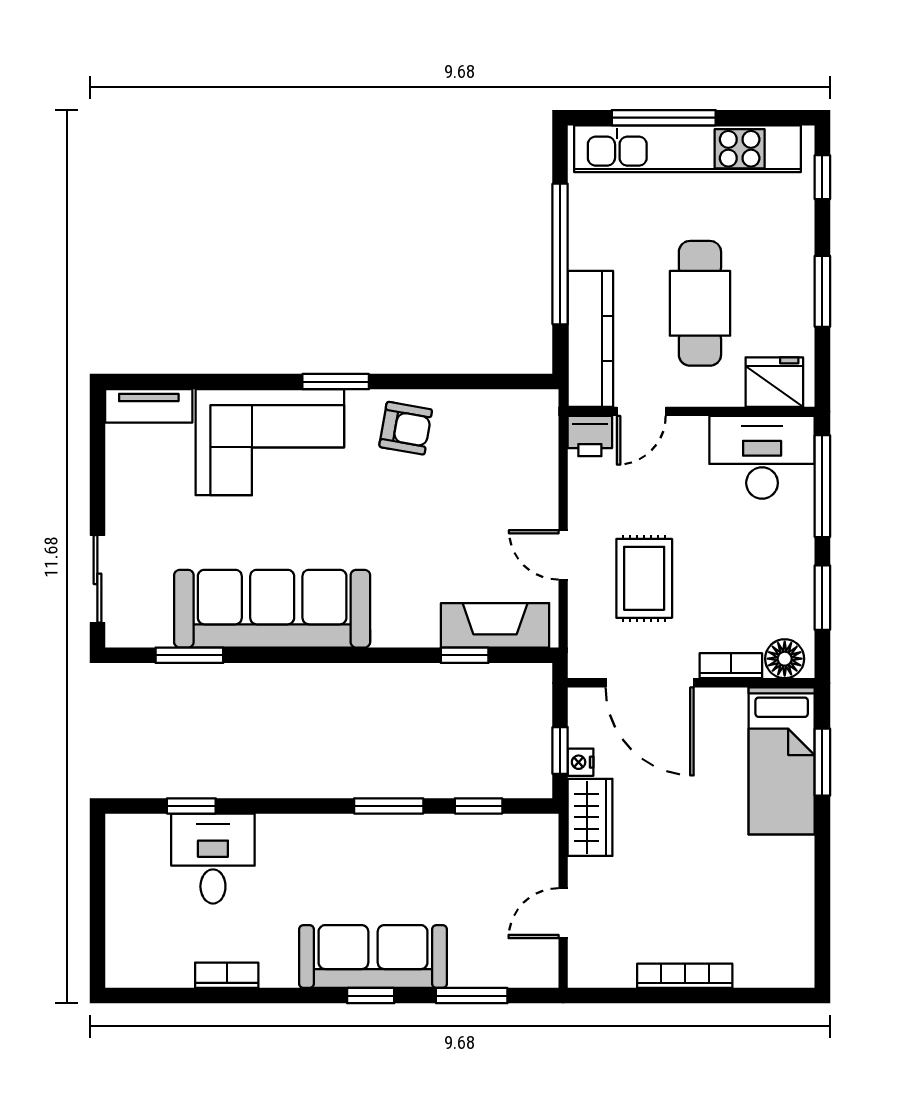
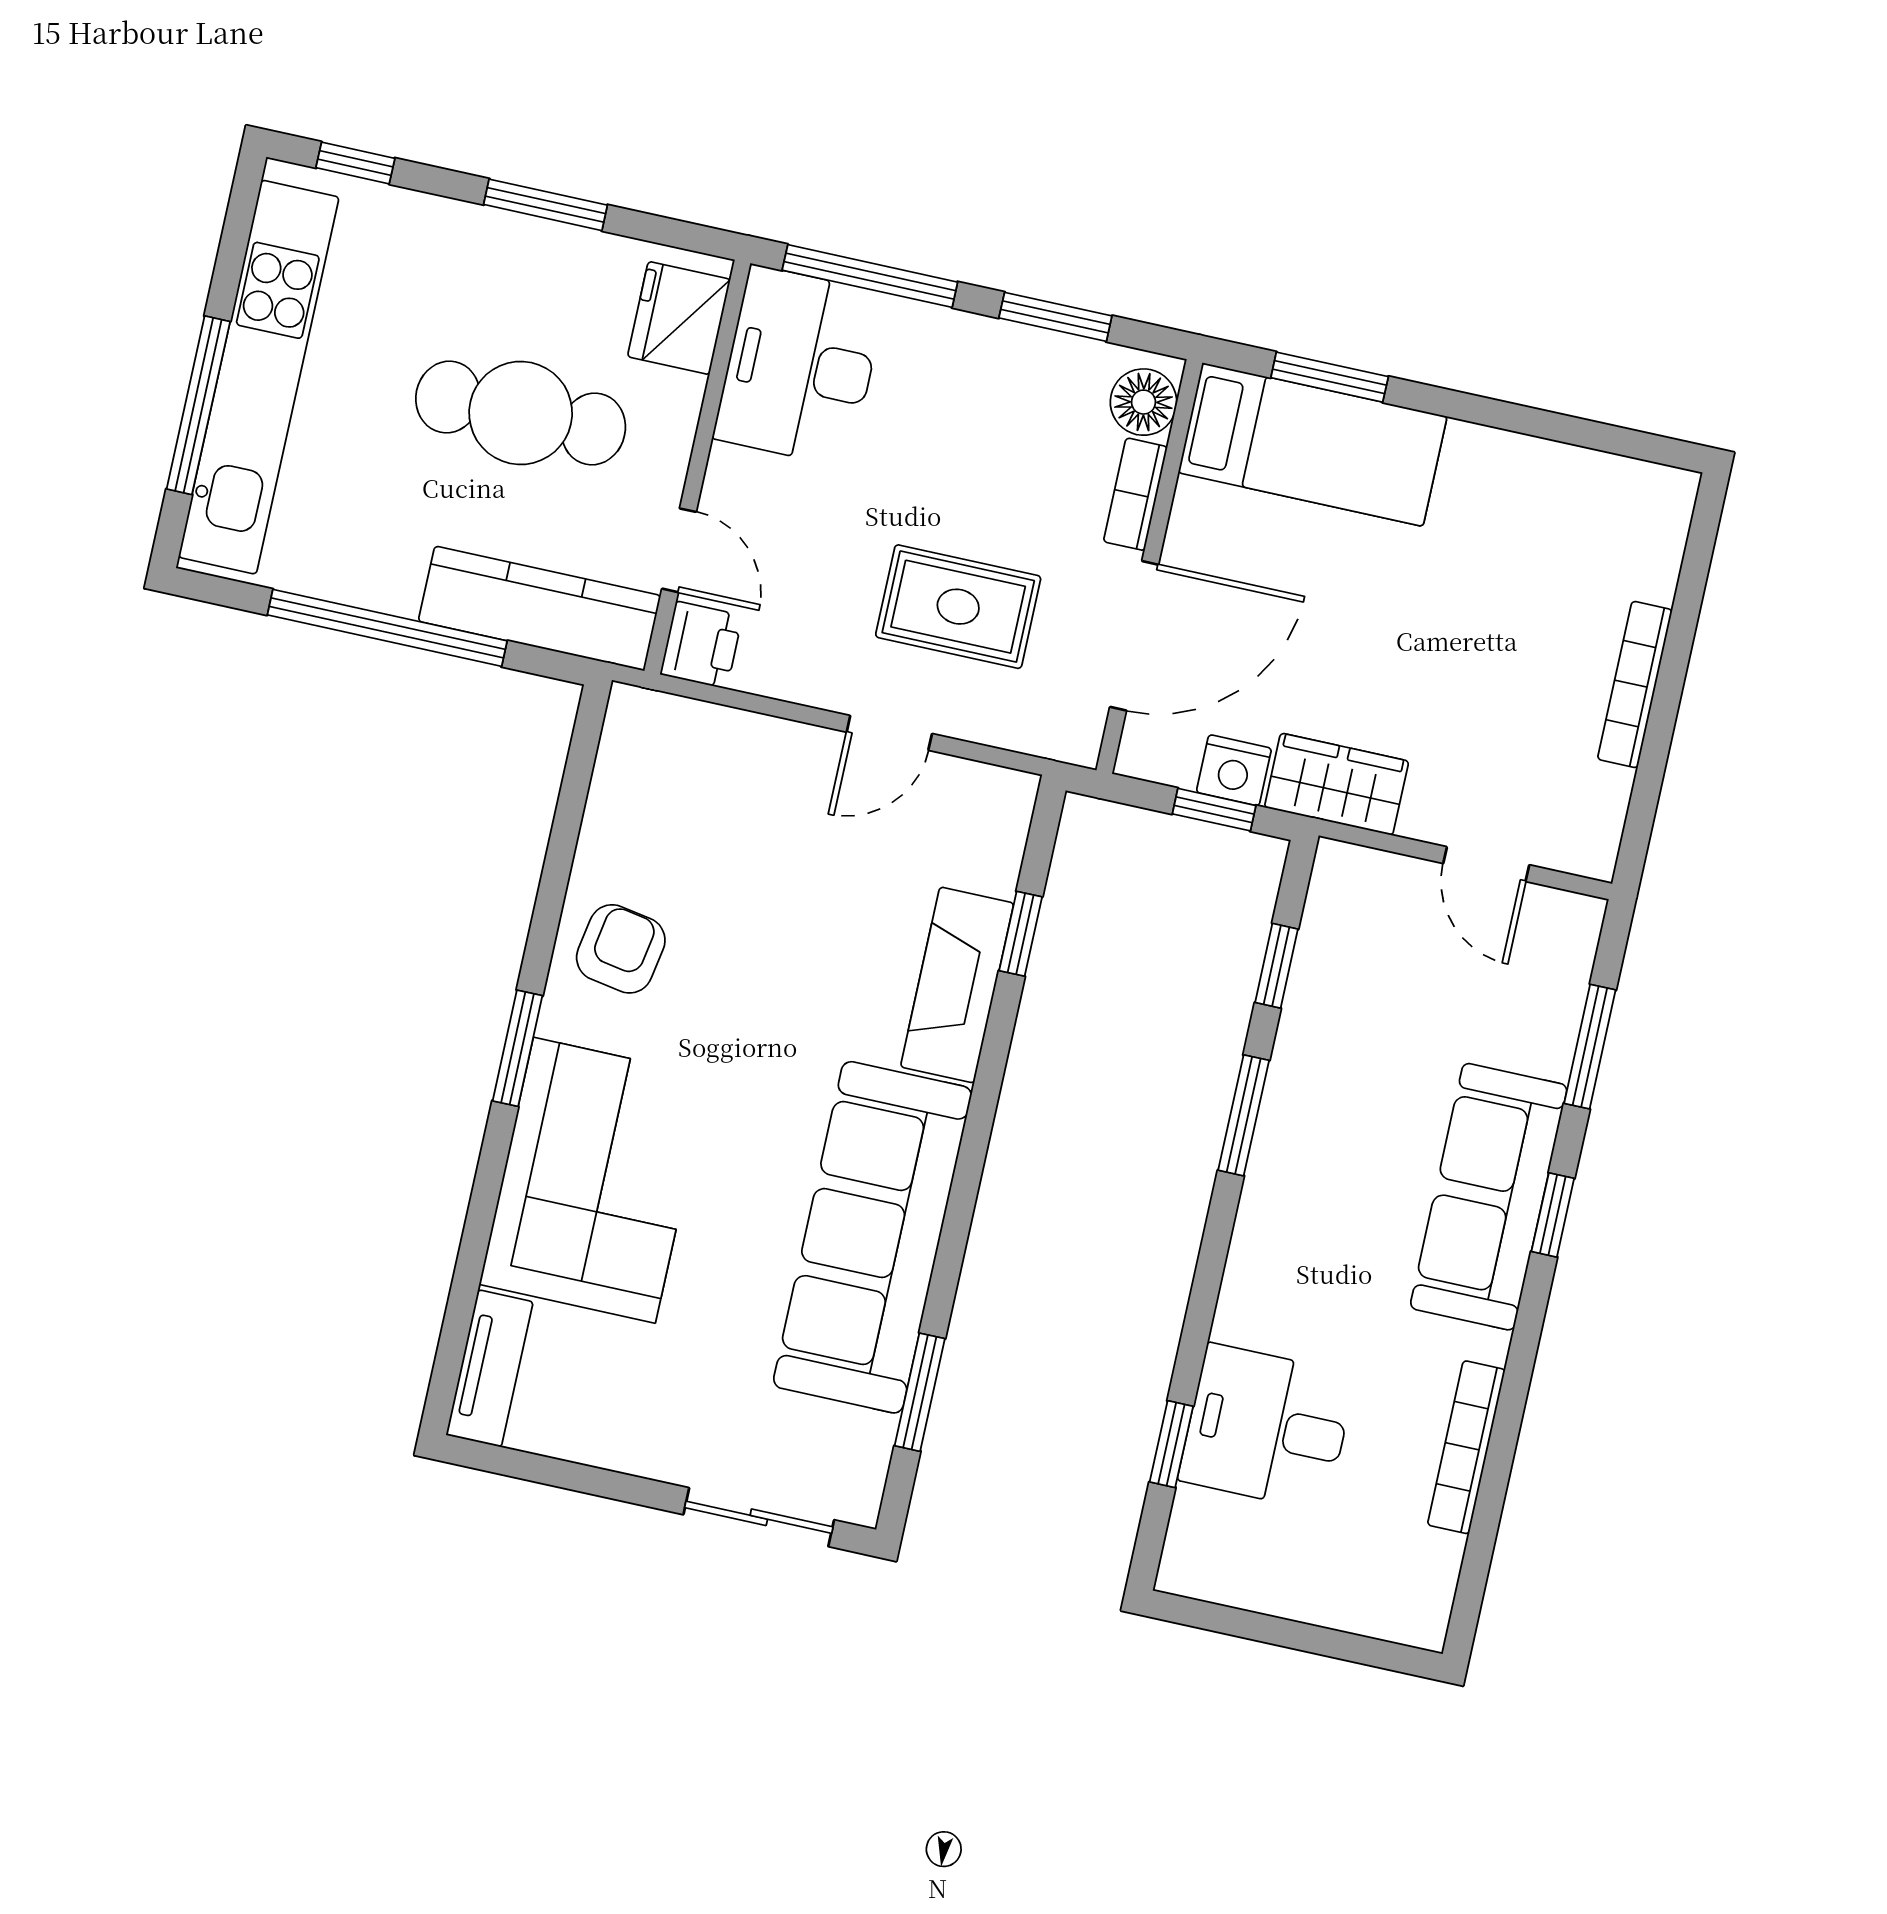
fireplace: (495, 625) -> (957, 985), moved
nightstand: (581, 762) -> (1234, 770), width x1.39, depth x1.35
bookcase: (227, 975) -> (1466, 1447), width x1.56

